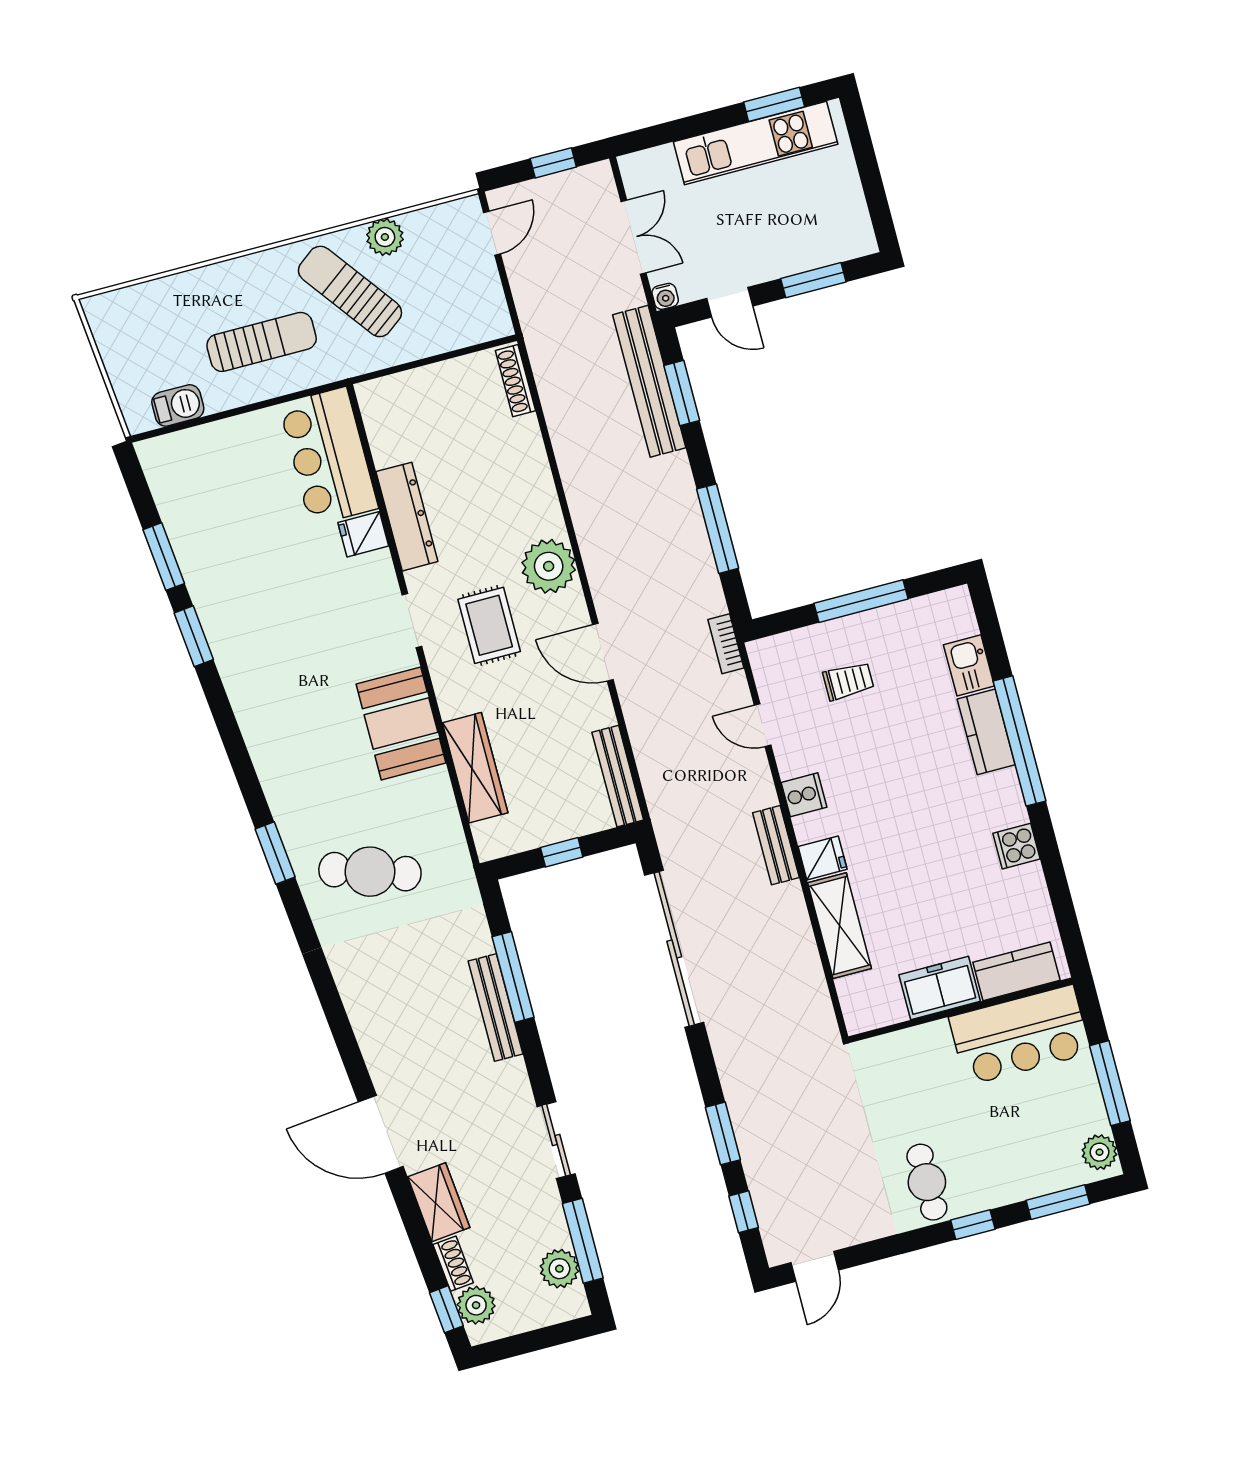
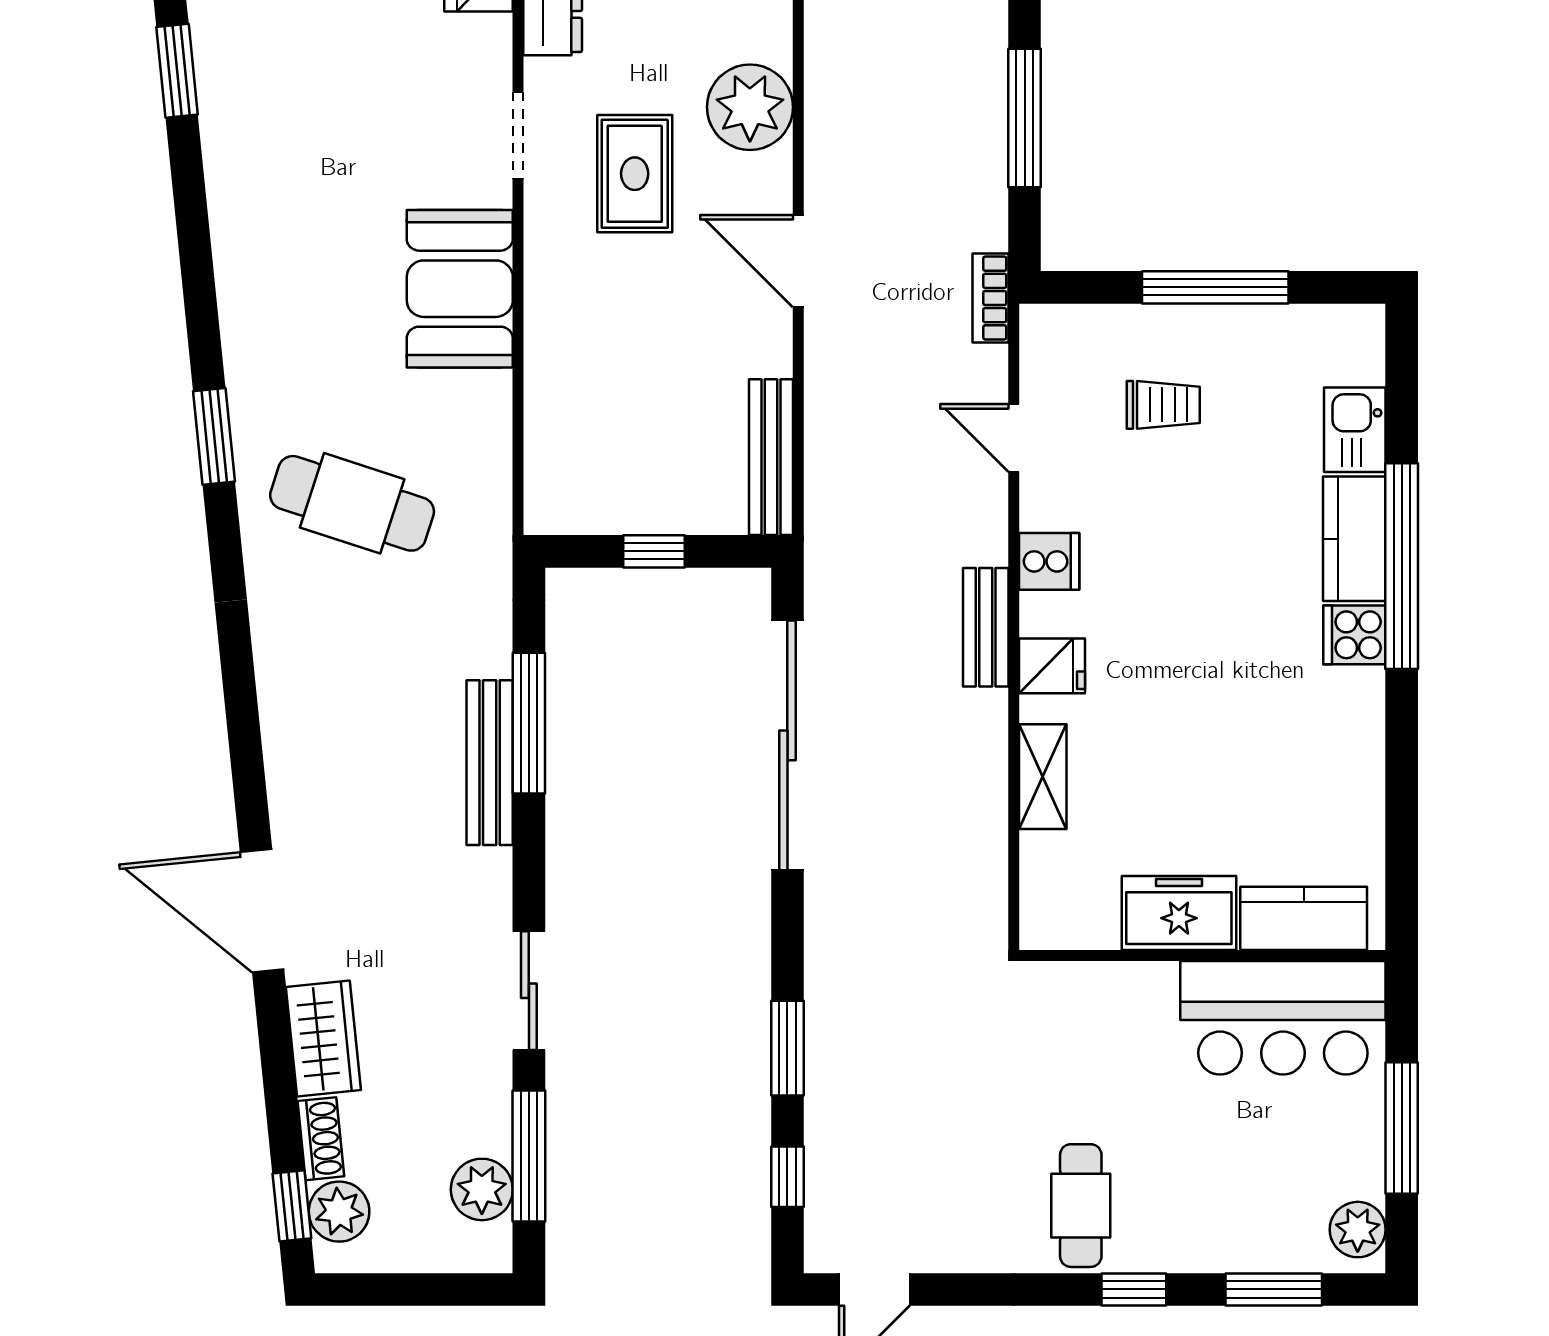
wardrobe: (475, 768) -> (555, 387), removed
cooker: (1016, 846) -> (1354, 635), moved
shelving: (840, 926) -> (1043, 777), width x0.67, depth x0.75

